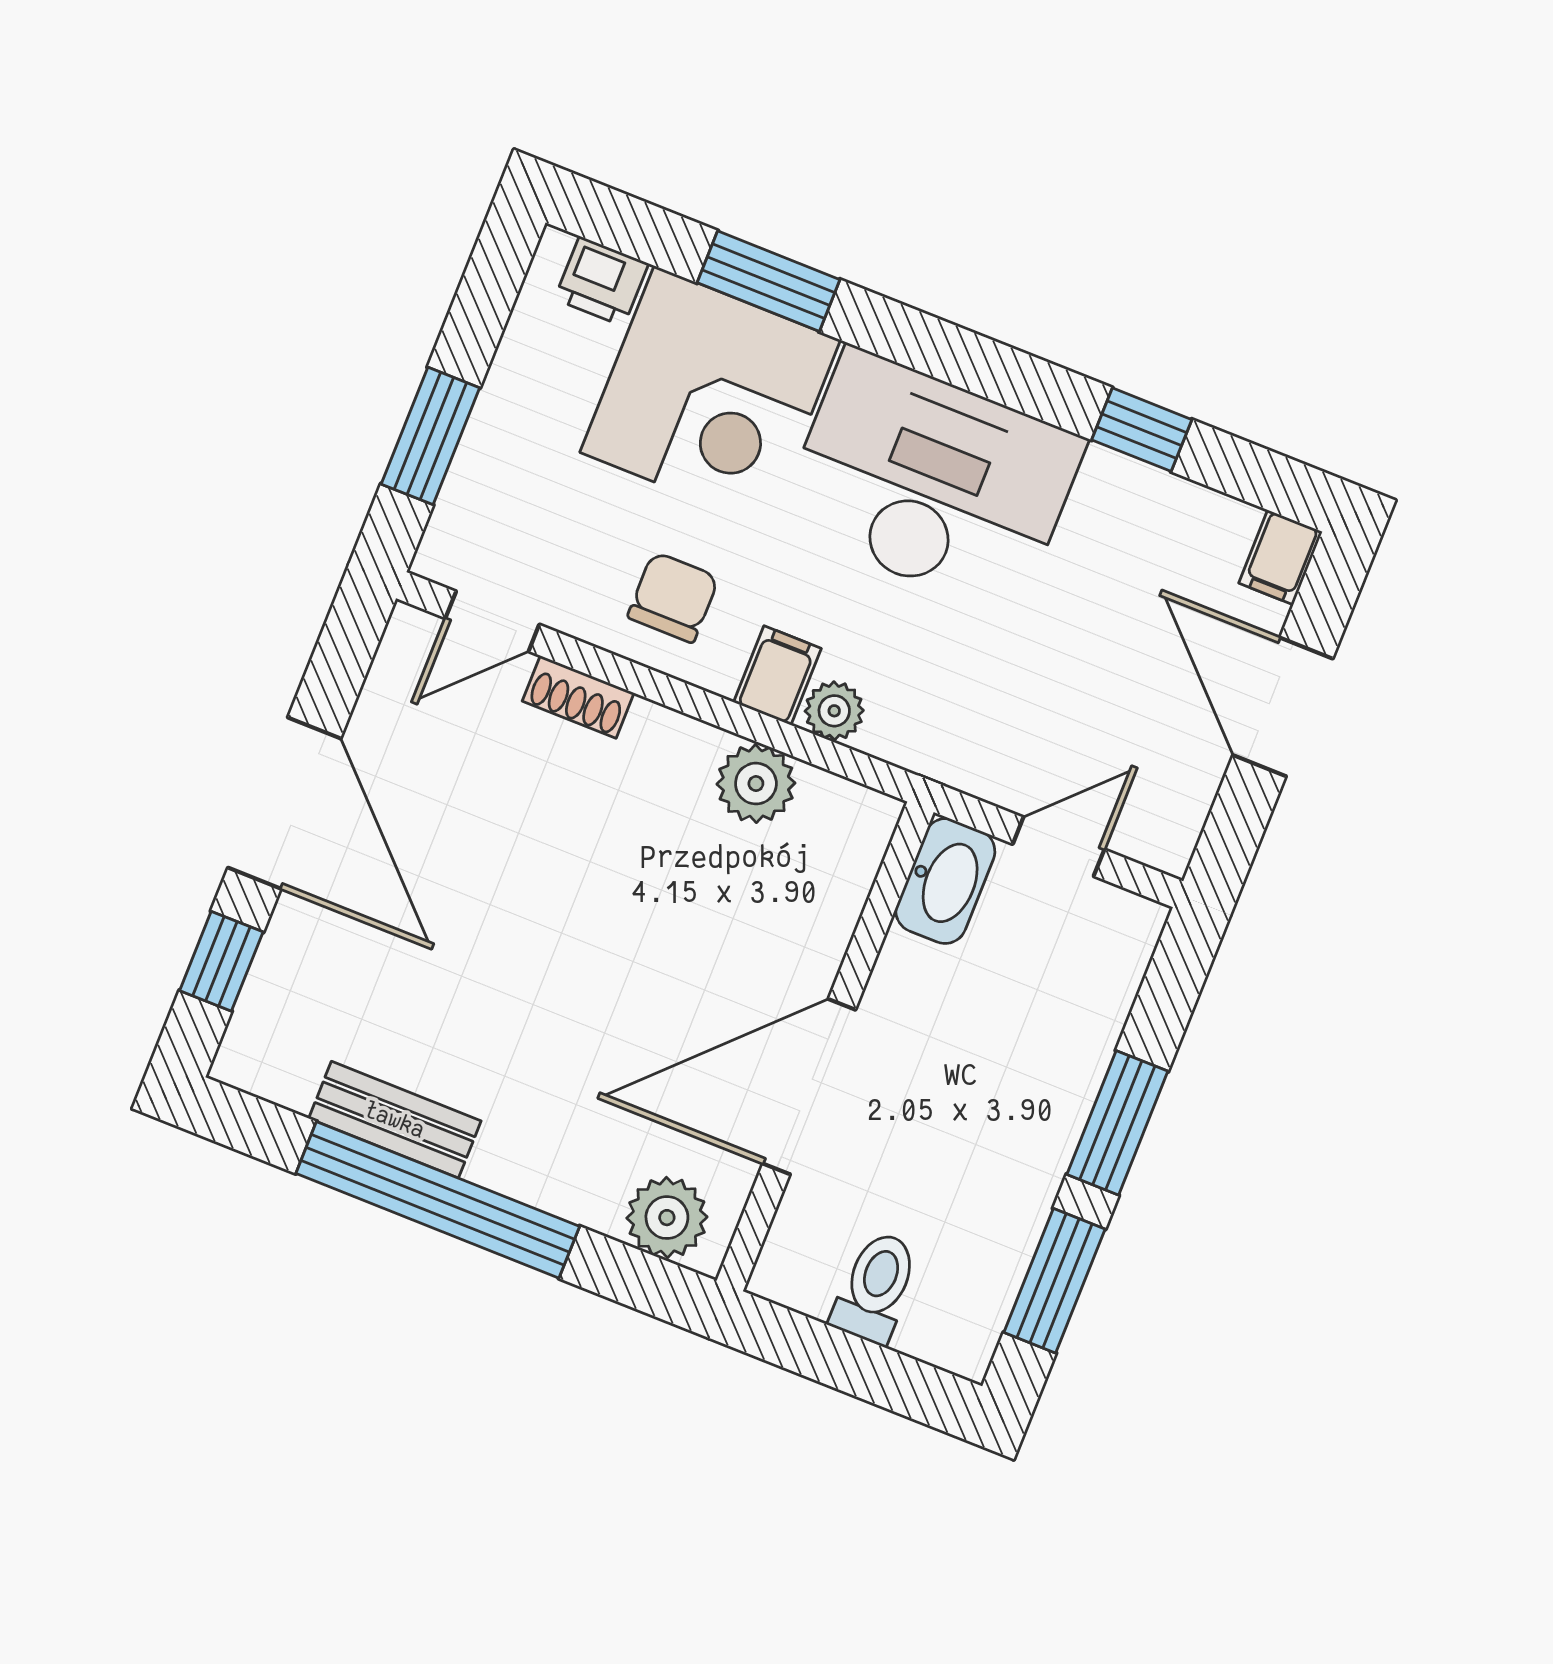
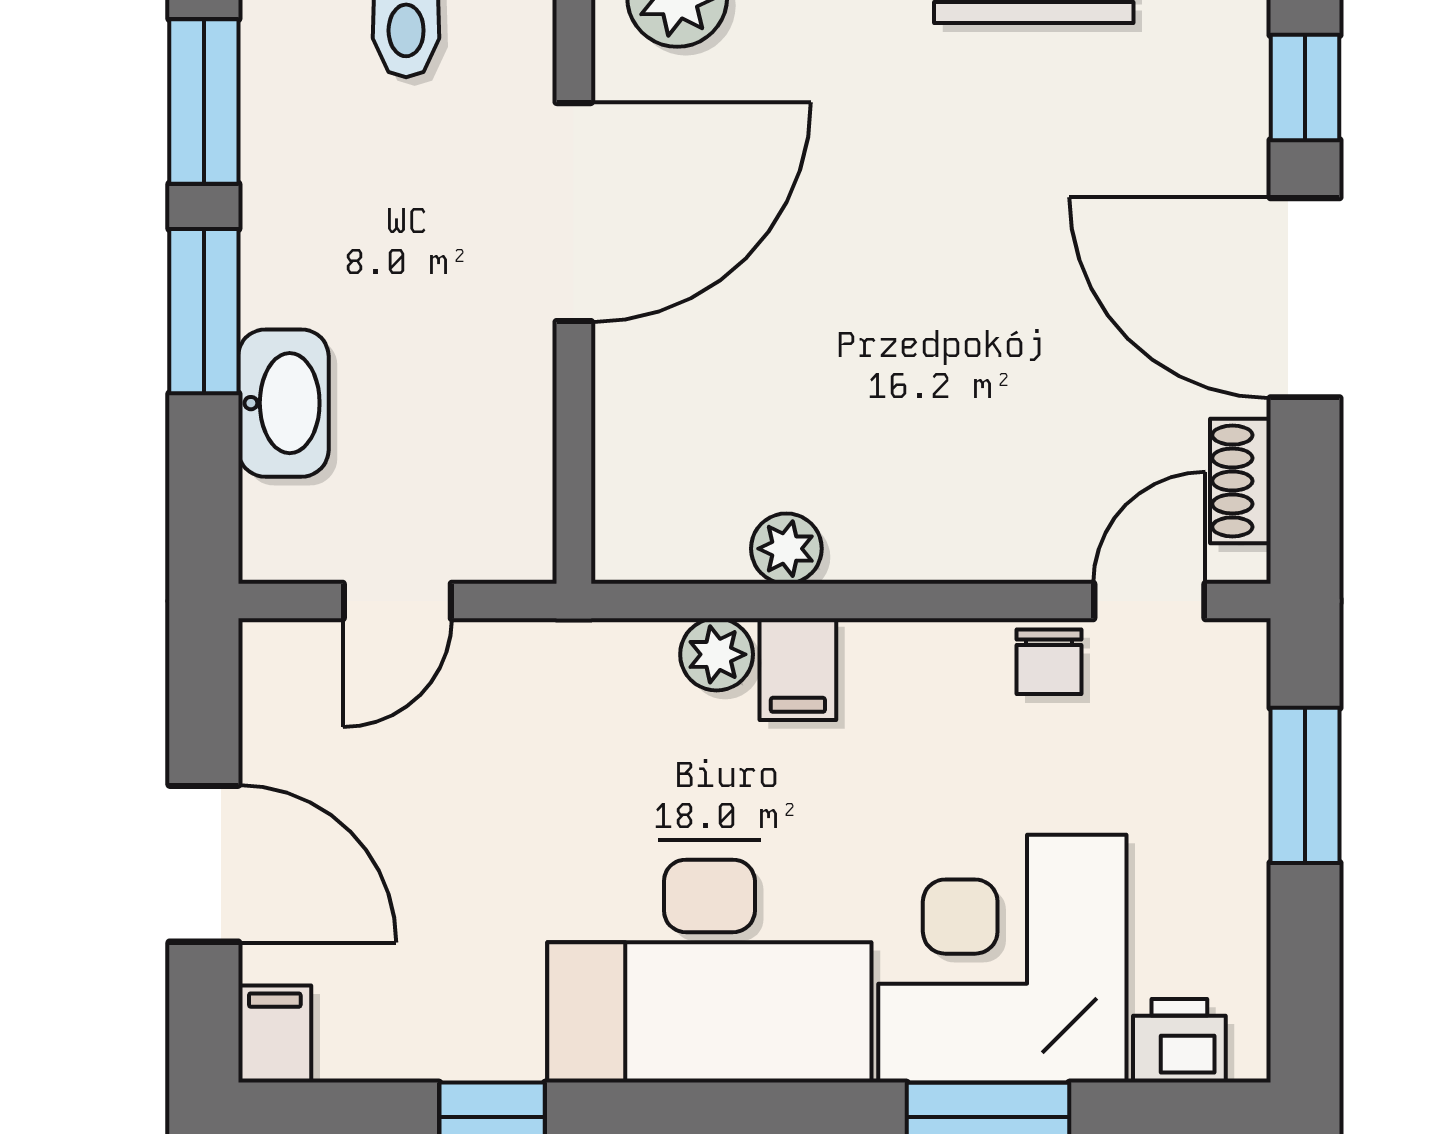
chair: (673, 597) -> (1049, 662), moved, width x0.73, depth x0.73
shoe rack: (578, 697) -> (1240, 481), moved, turned -90
plant: (756, 784) -> (786, 549), width x0.73, depth x0.73
washbasin: (945, 881) -> (283, 403), moved, turned 180

